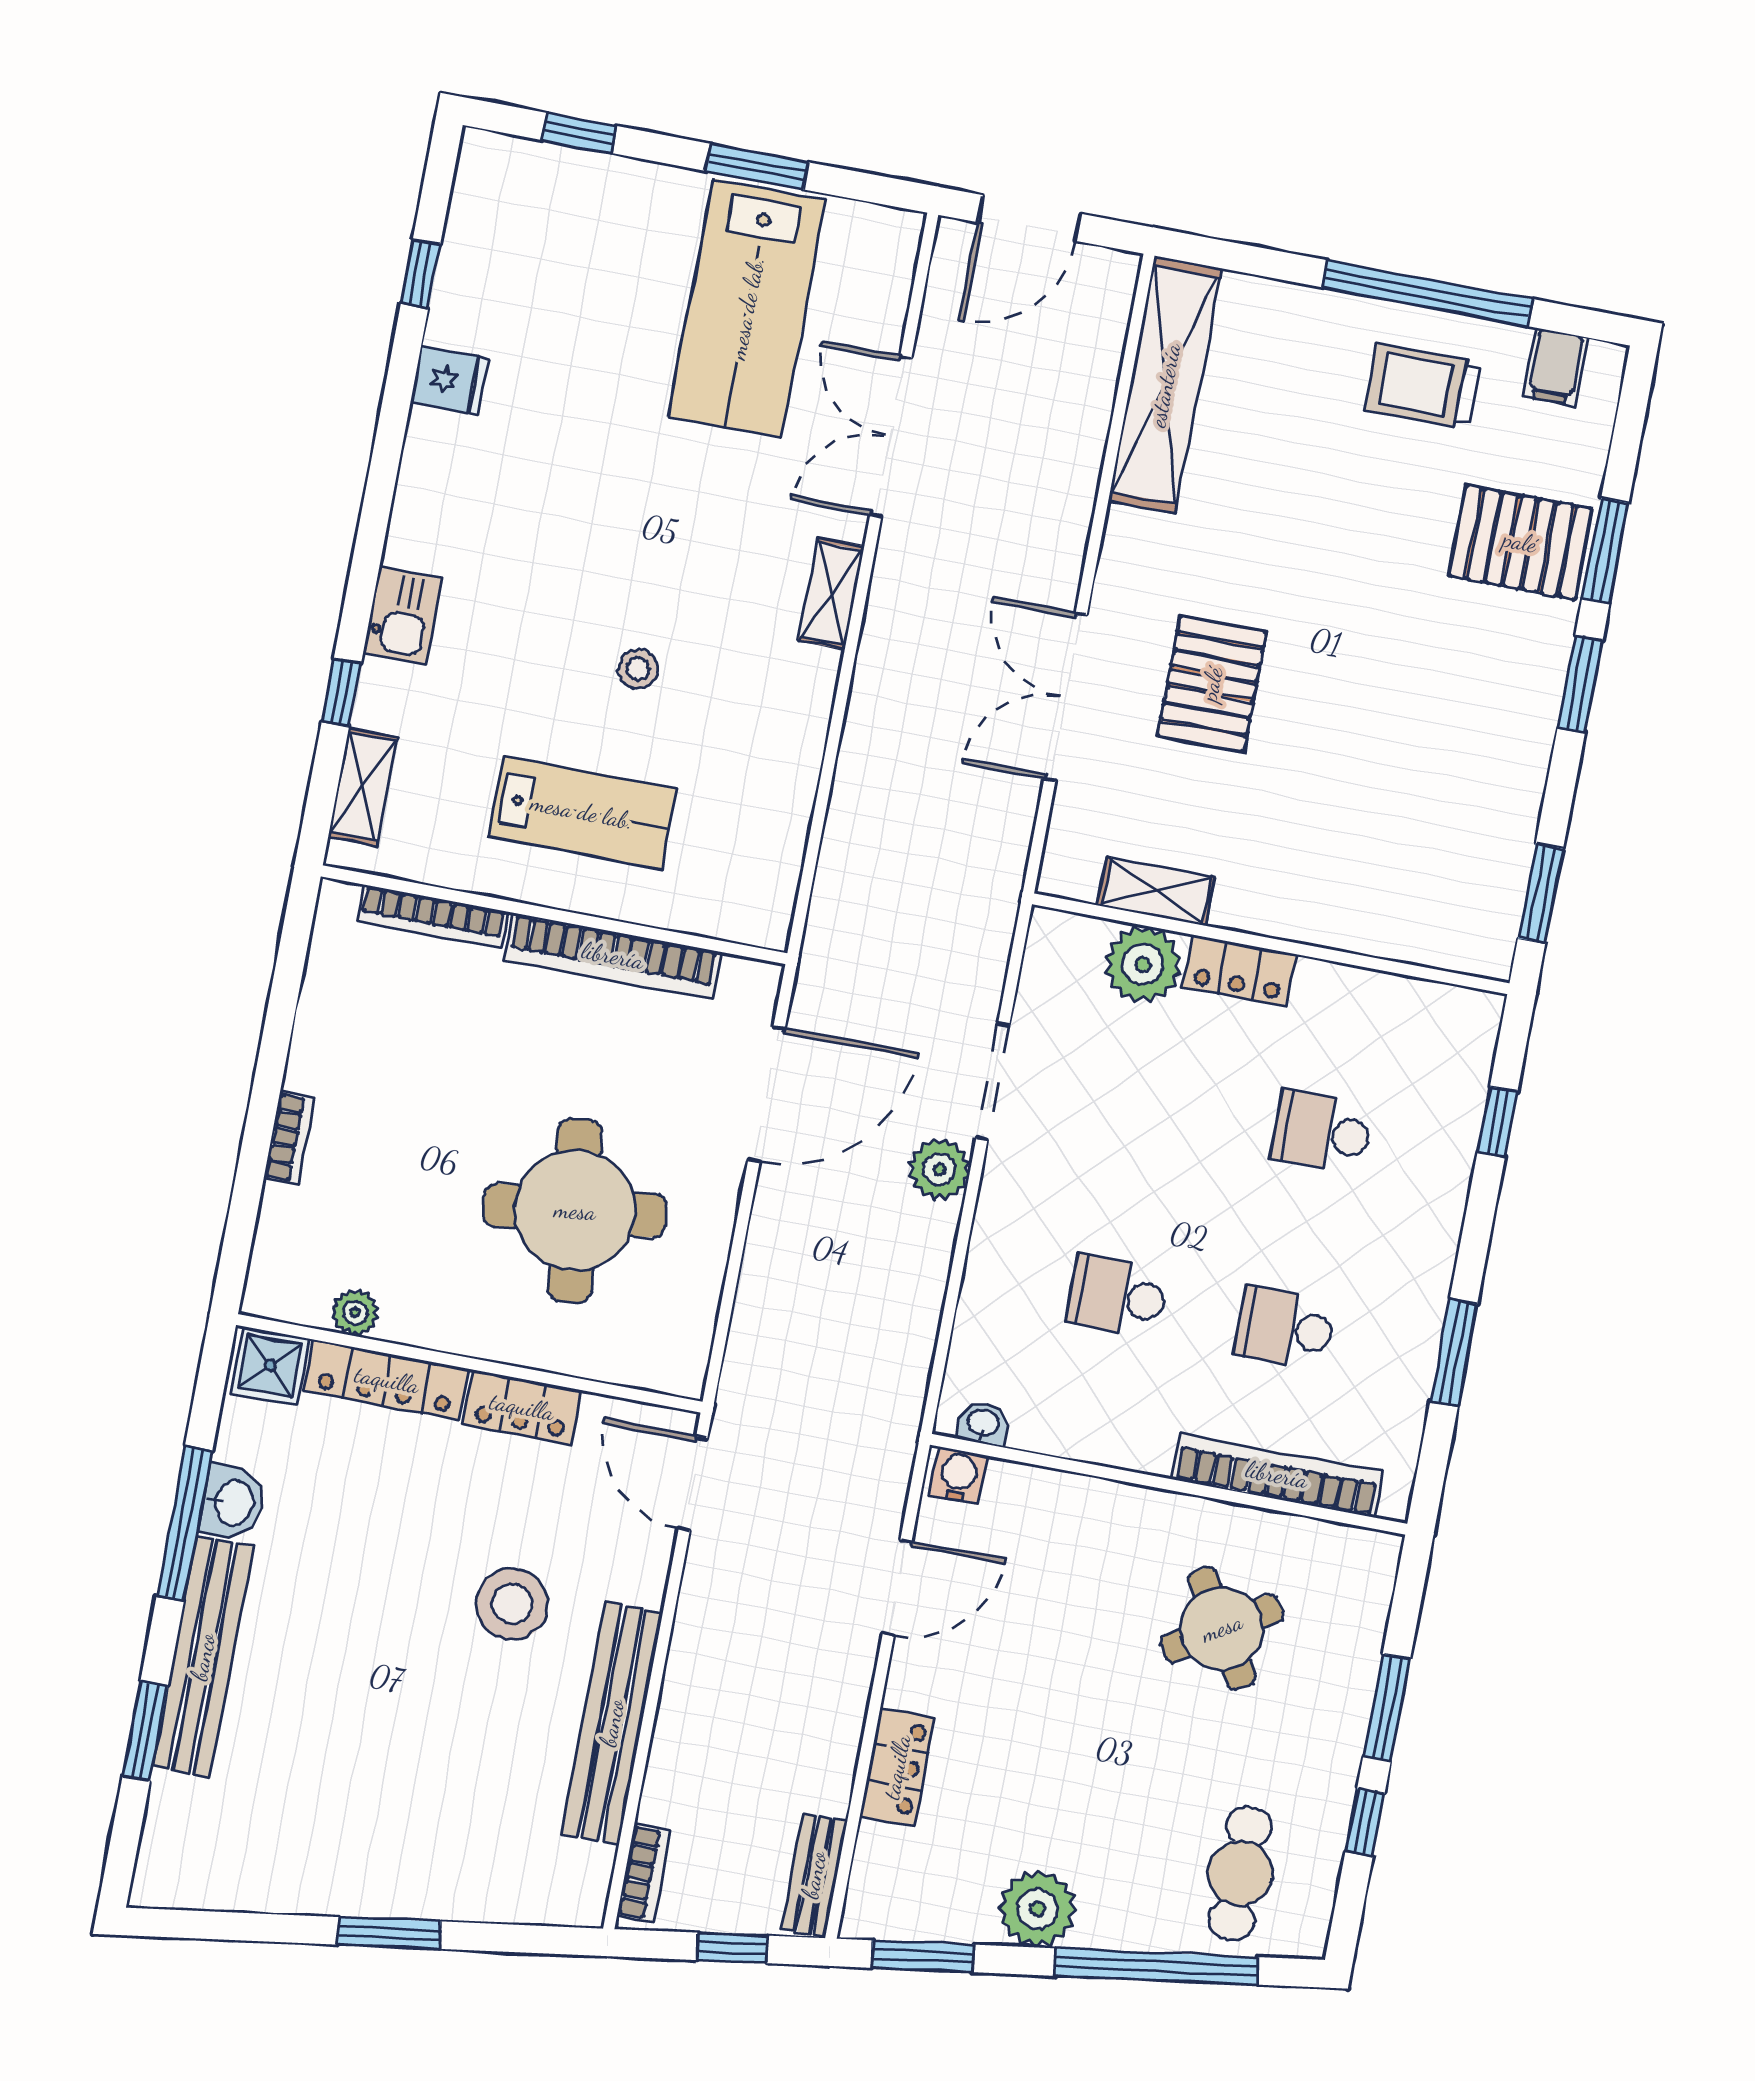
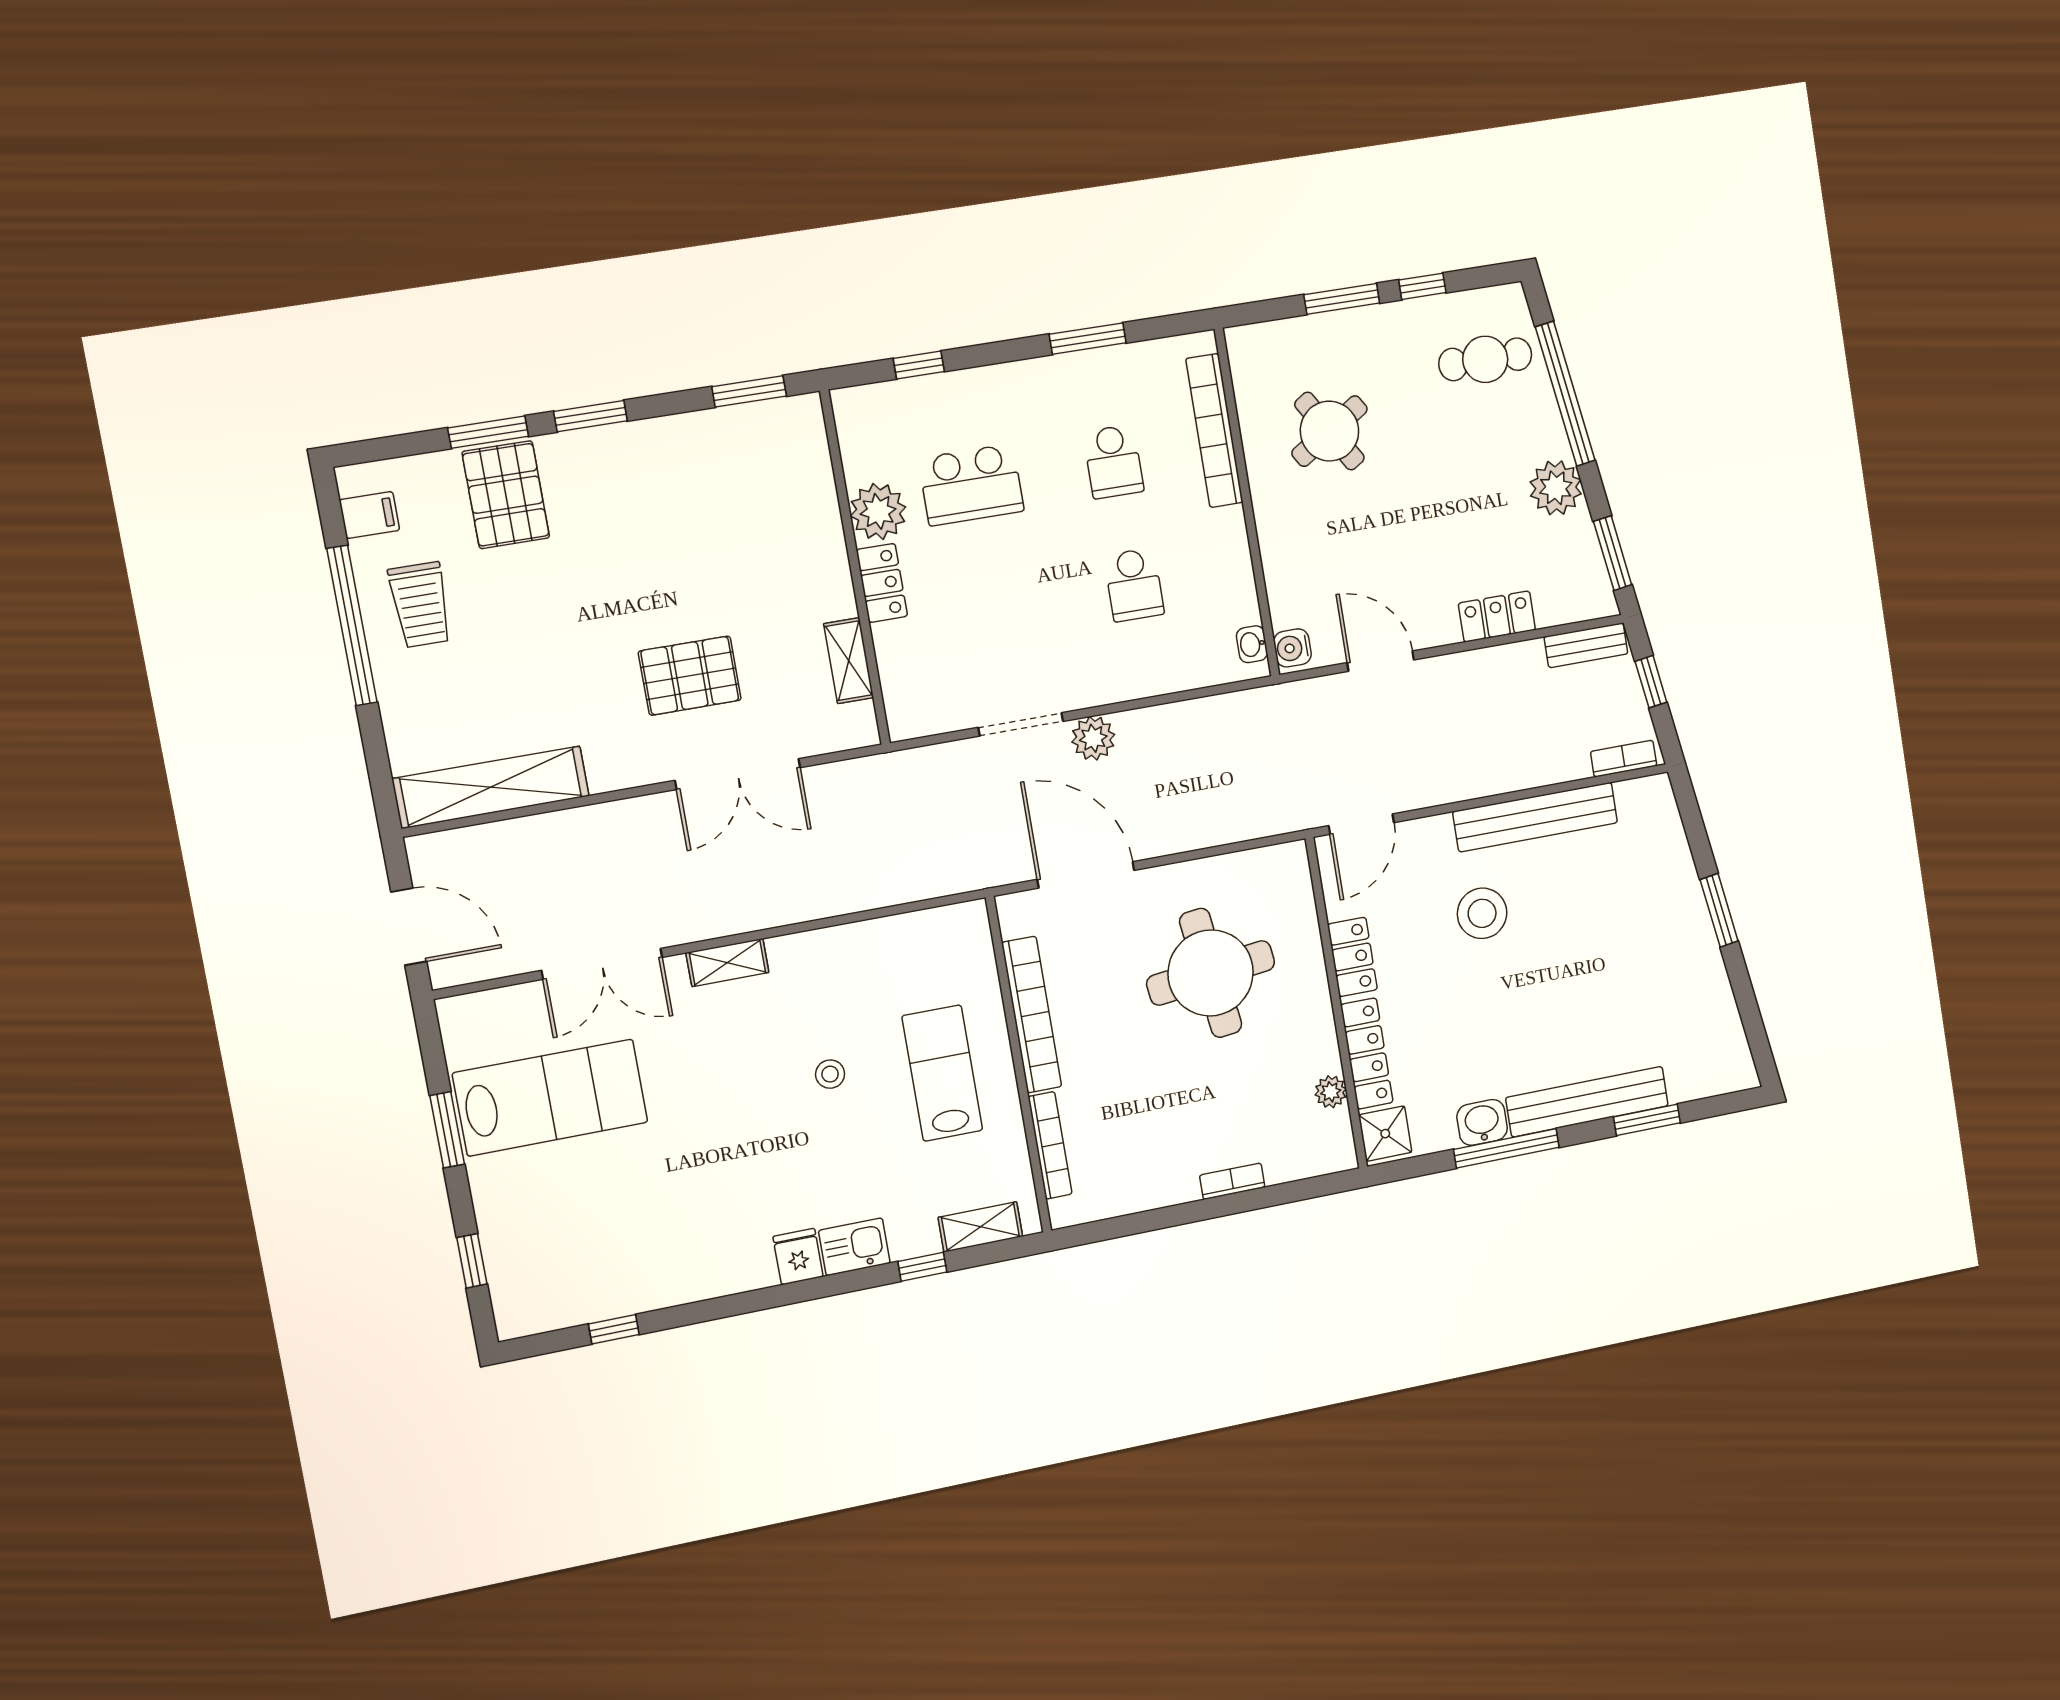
fridge: (449, 380) -> (798, 1257), moved
plant: (1143, 964) -> (878, 511), moved
school desk: (1322, 1132) -> (971, 485), width x1.85

